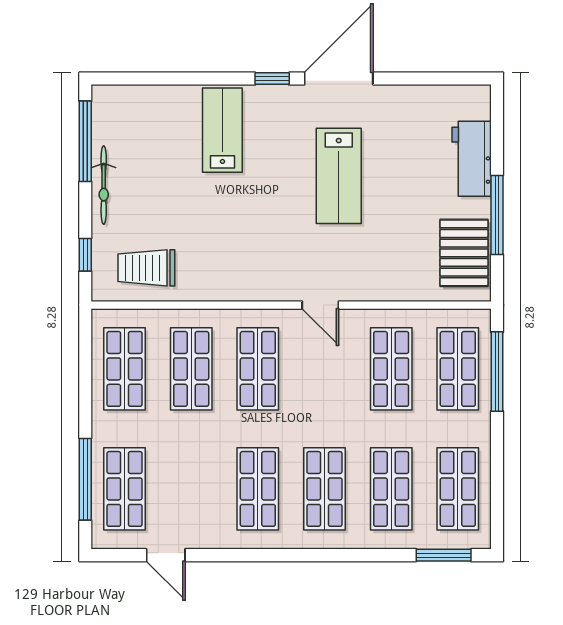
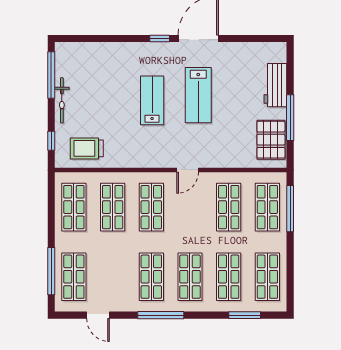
lab bench: (222, 130) -> (152, 100), moved
door: (320, 305) -> (188, 170), hinge flipped
window: (274, 555) -> (161, 315), added
window: (444, 555) -> (245, 315), moved

